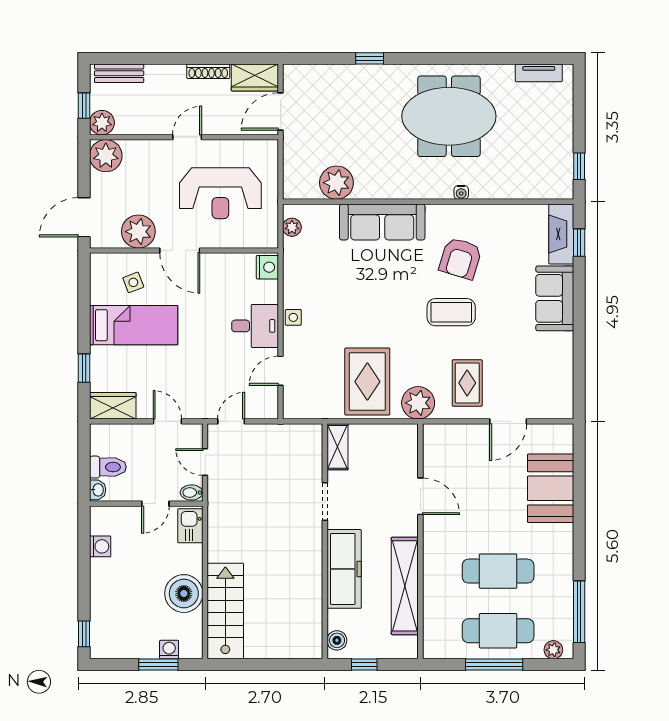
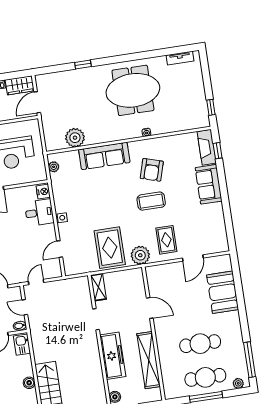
desk: (255, 326) -> (39, 213), moved
boiler: (184, 594) -> (29, 383), width x0.54, depth x0.54

